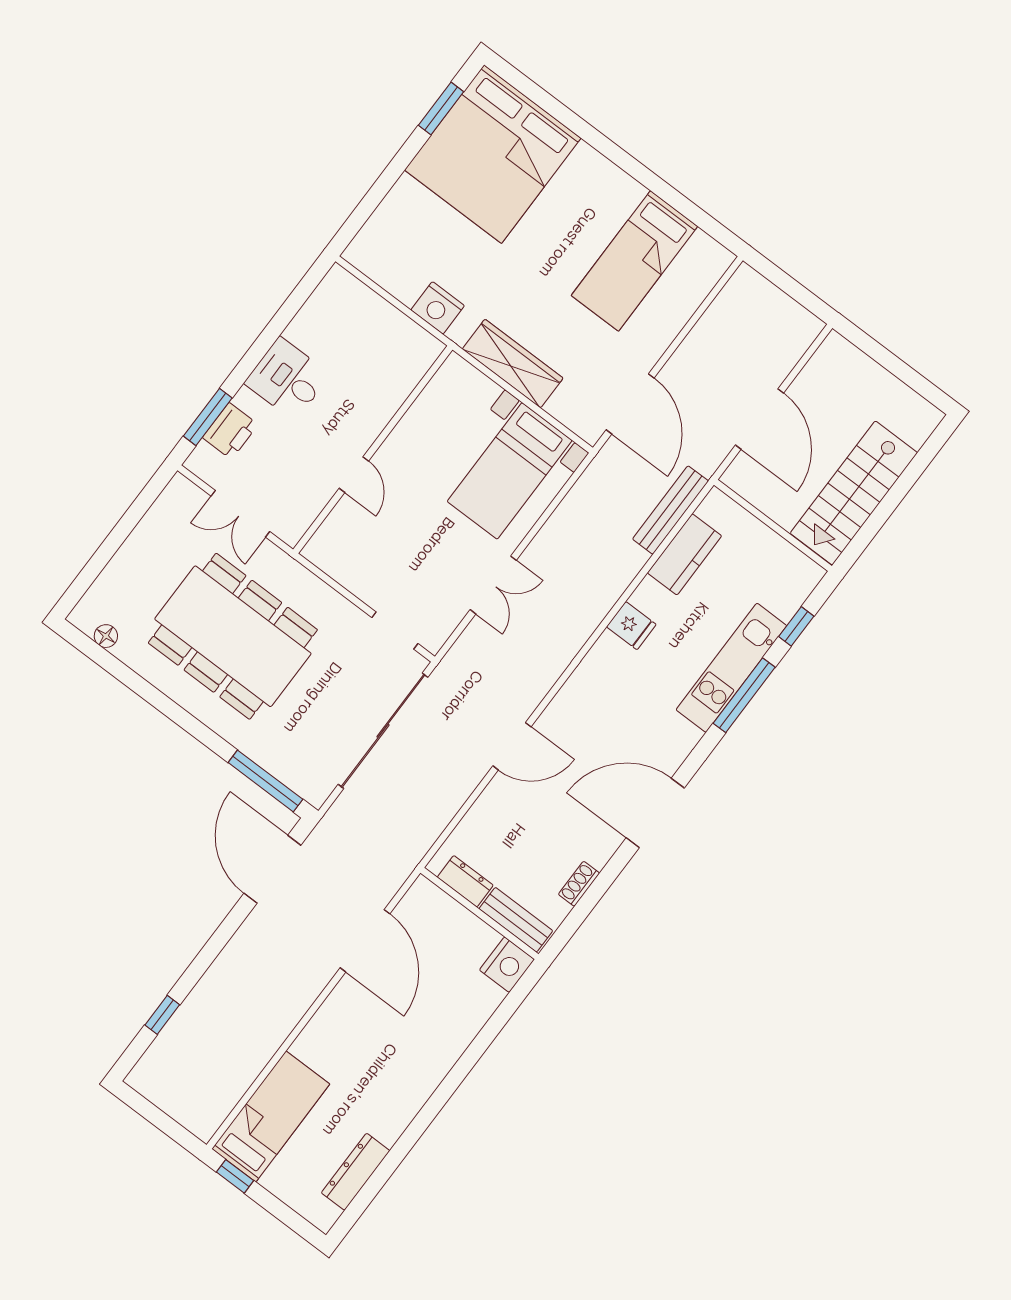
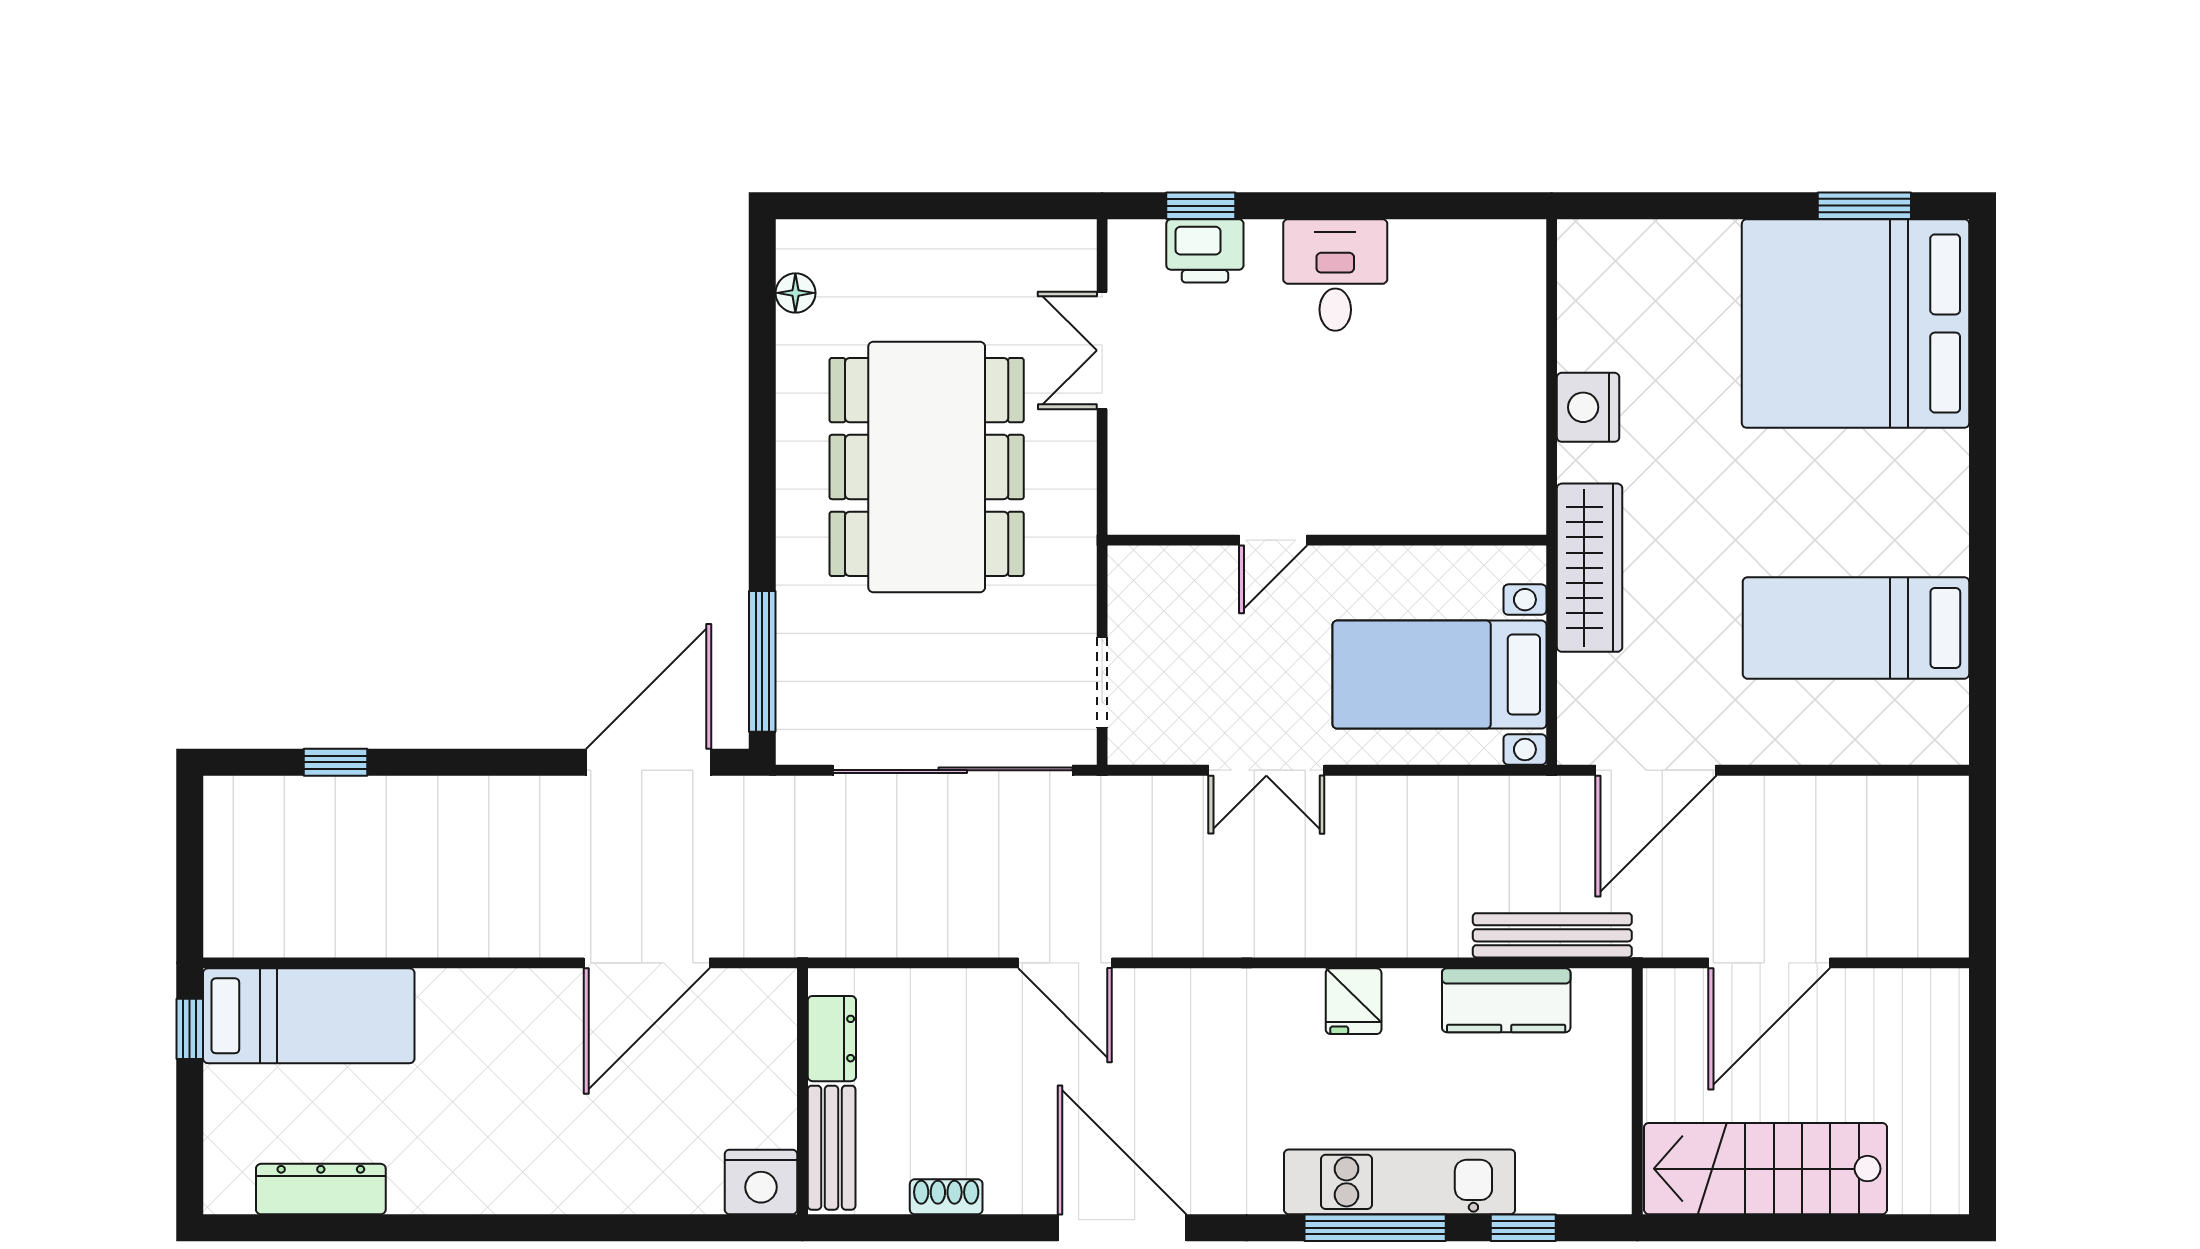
window: (208, 417) -> (1201, 206), width x0.67
wall: (373, 450) -> (1327, 540), moved
door: (354, 475) -> (1273, 540), moved

